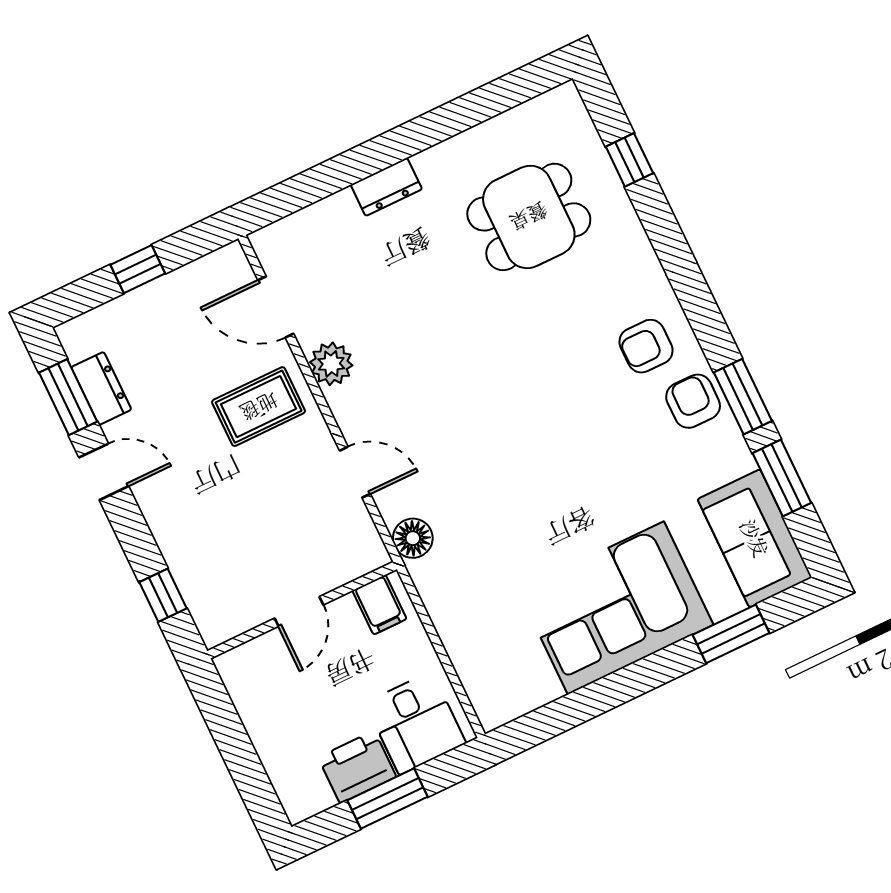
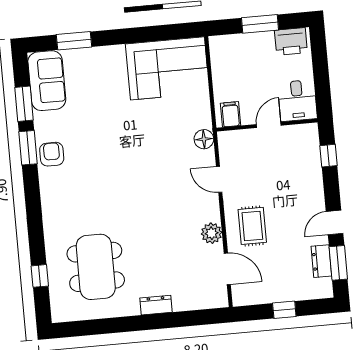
dining table: (529, 217) -> (96, 267), width x1.38
armchair: (646, 346) -> (64, 188), removed
armchair: (693, 401) -> (52, 154), turned 180
rug: (259, 407) -> (252, 226), turned 90
door: (104, 472) -> (334, 222), hinge flipped
corner sofa: (616, 608) -> (167, 68), moved
desk: (416, 723) -> (297, 101), moved, turned 180
printer: (357, 767) -> (291, 41), moved

